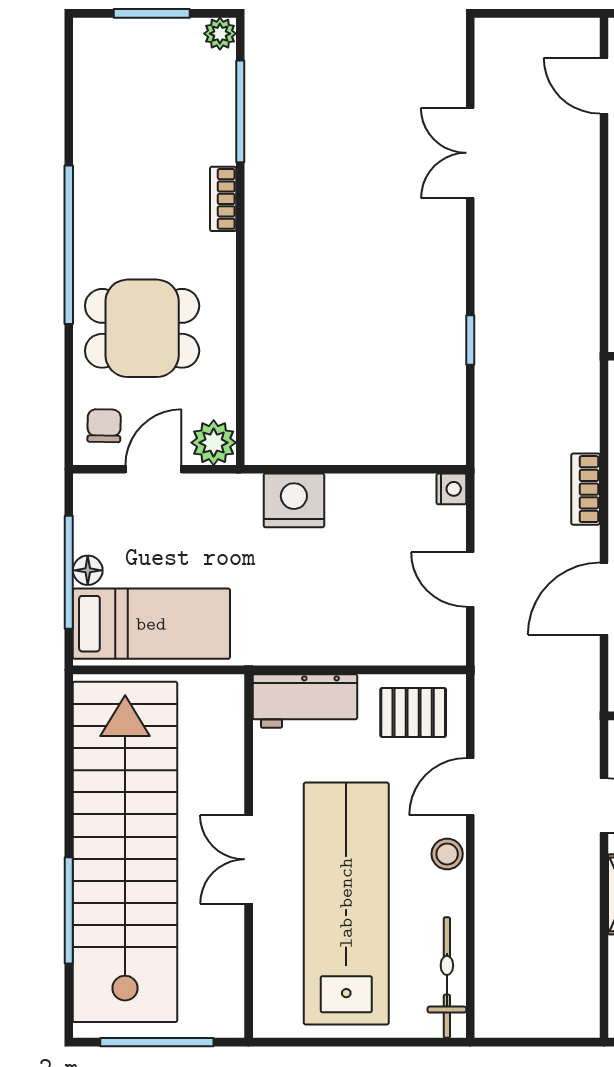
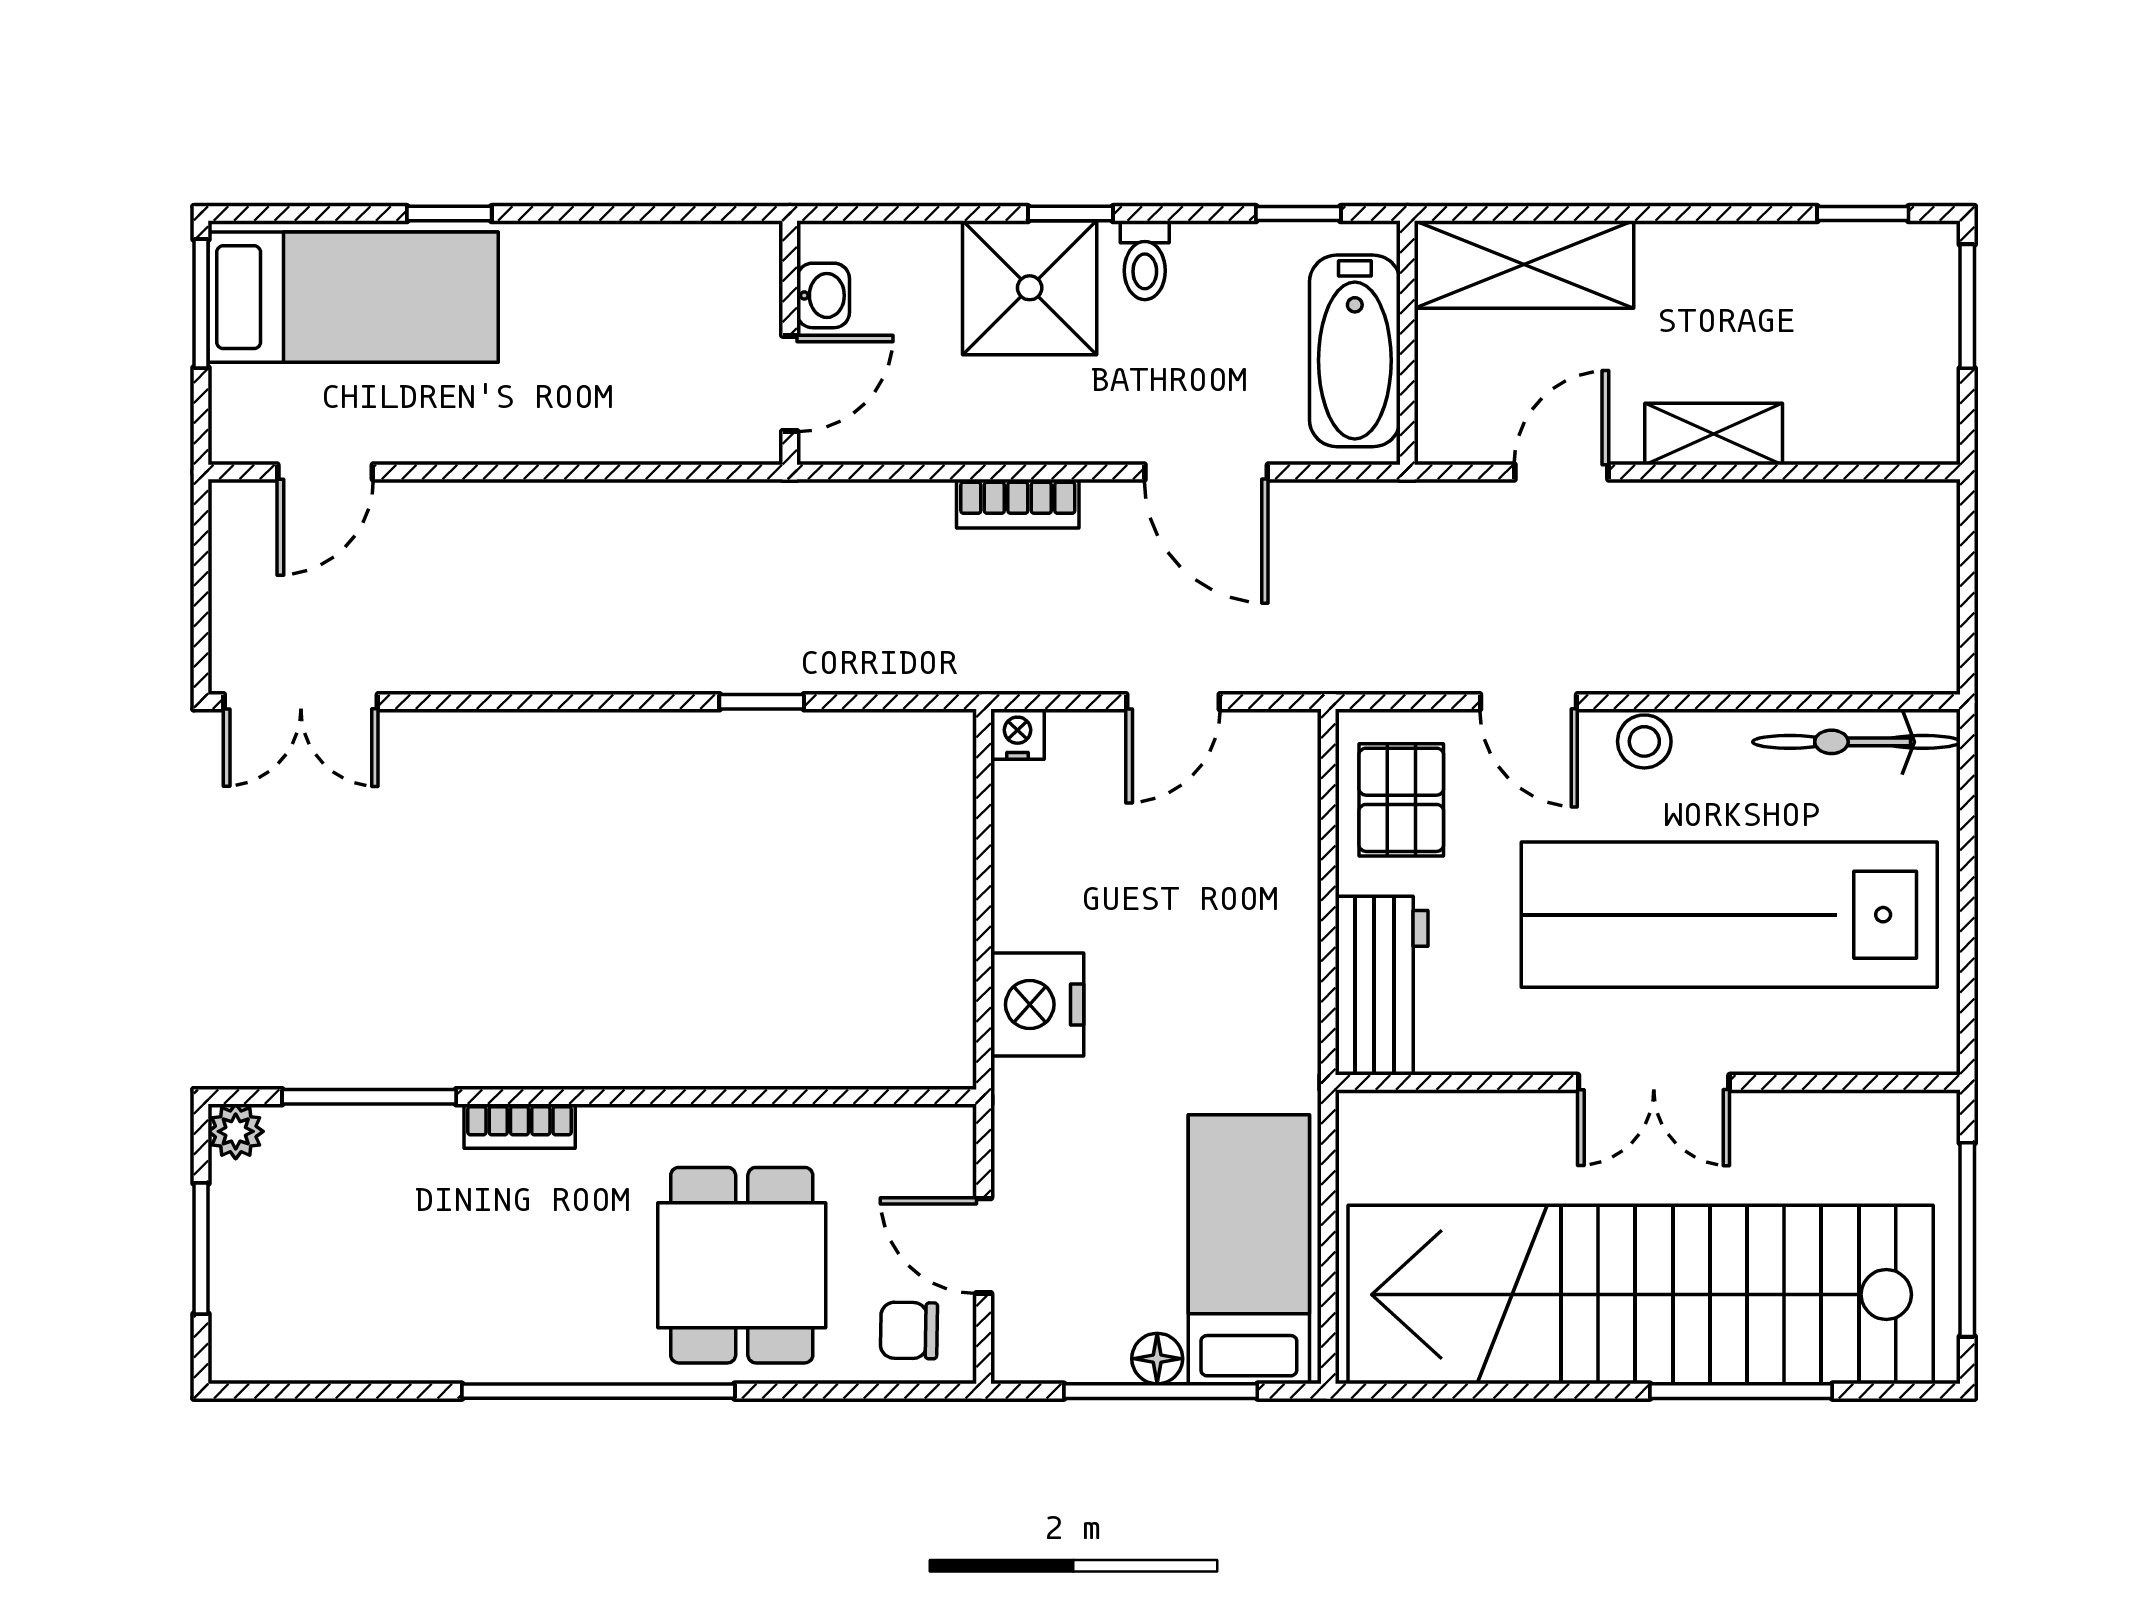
double door: (470, 153) -> (301, 702), moved
plant: (214, 443) -> (938, 1142), removed

